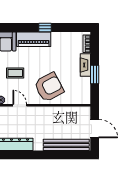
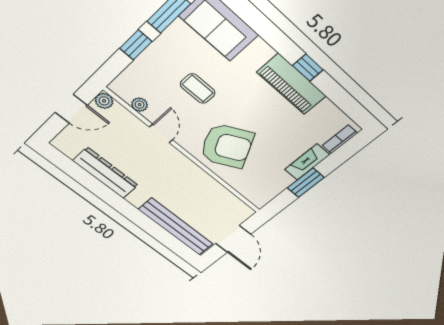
piano: (34, 39) -> (292, 84), moved

